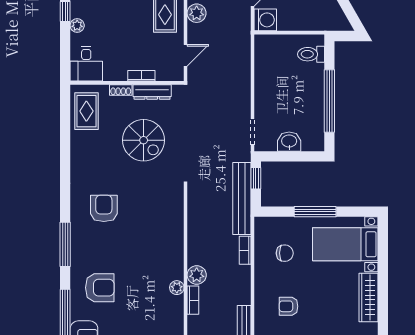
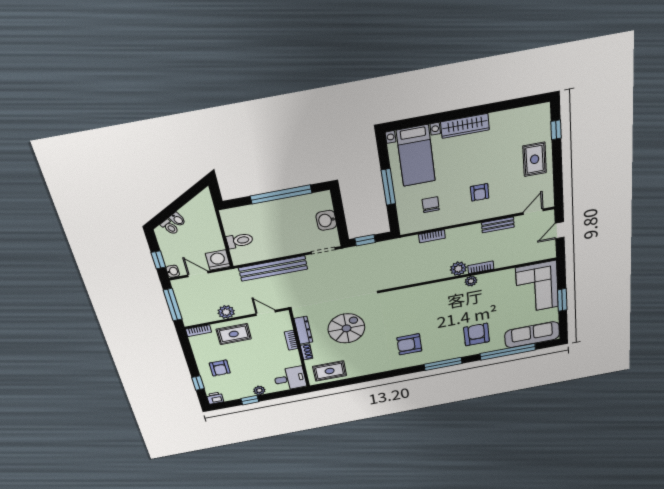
toilet: (311, 54) -> (240, 241), moved, turned -90
bench: (242, 199) -> (273, 268), moved

